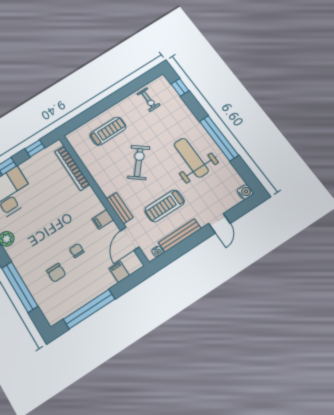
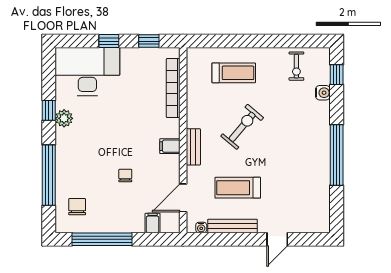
weight bench: (191, 158) -> (296, 157), removed
water cooler: (245, 192) -> (323, 93), moved
bench: (120, 208) -> (193, 147), moved
filing cabinet: (103, 219) -> (170, 146), moved
chair: (56, 273) -> (77, 207), moved, turned 180

